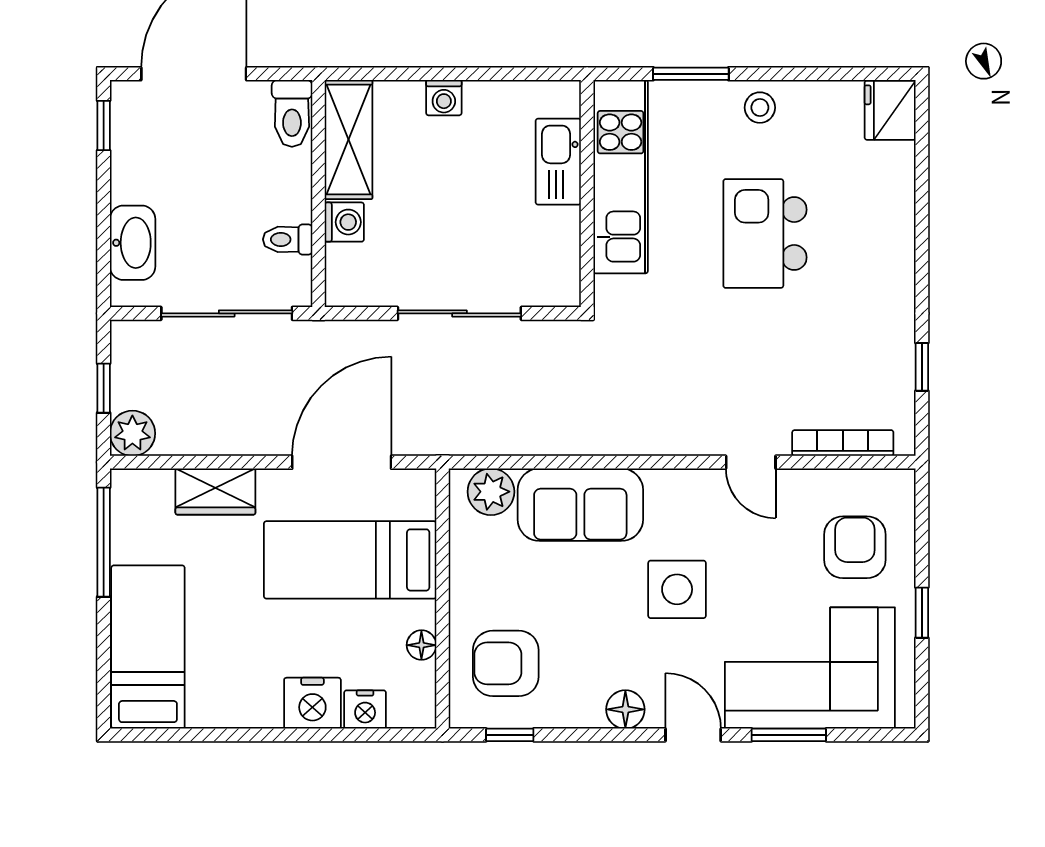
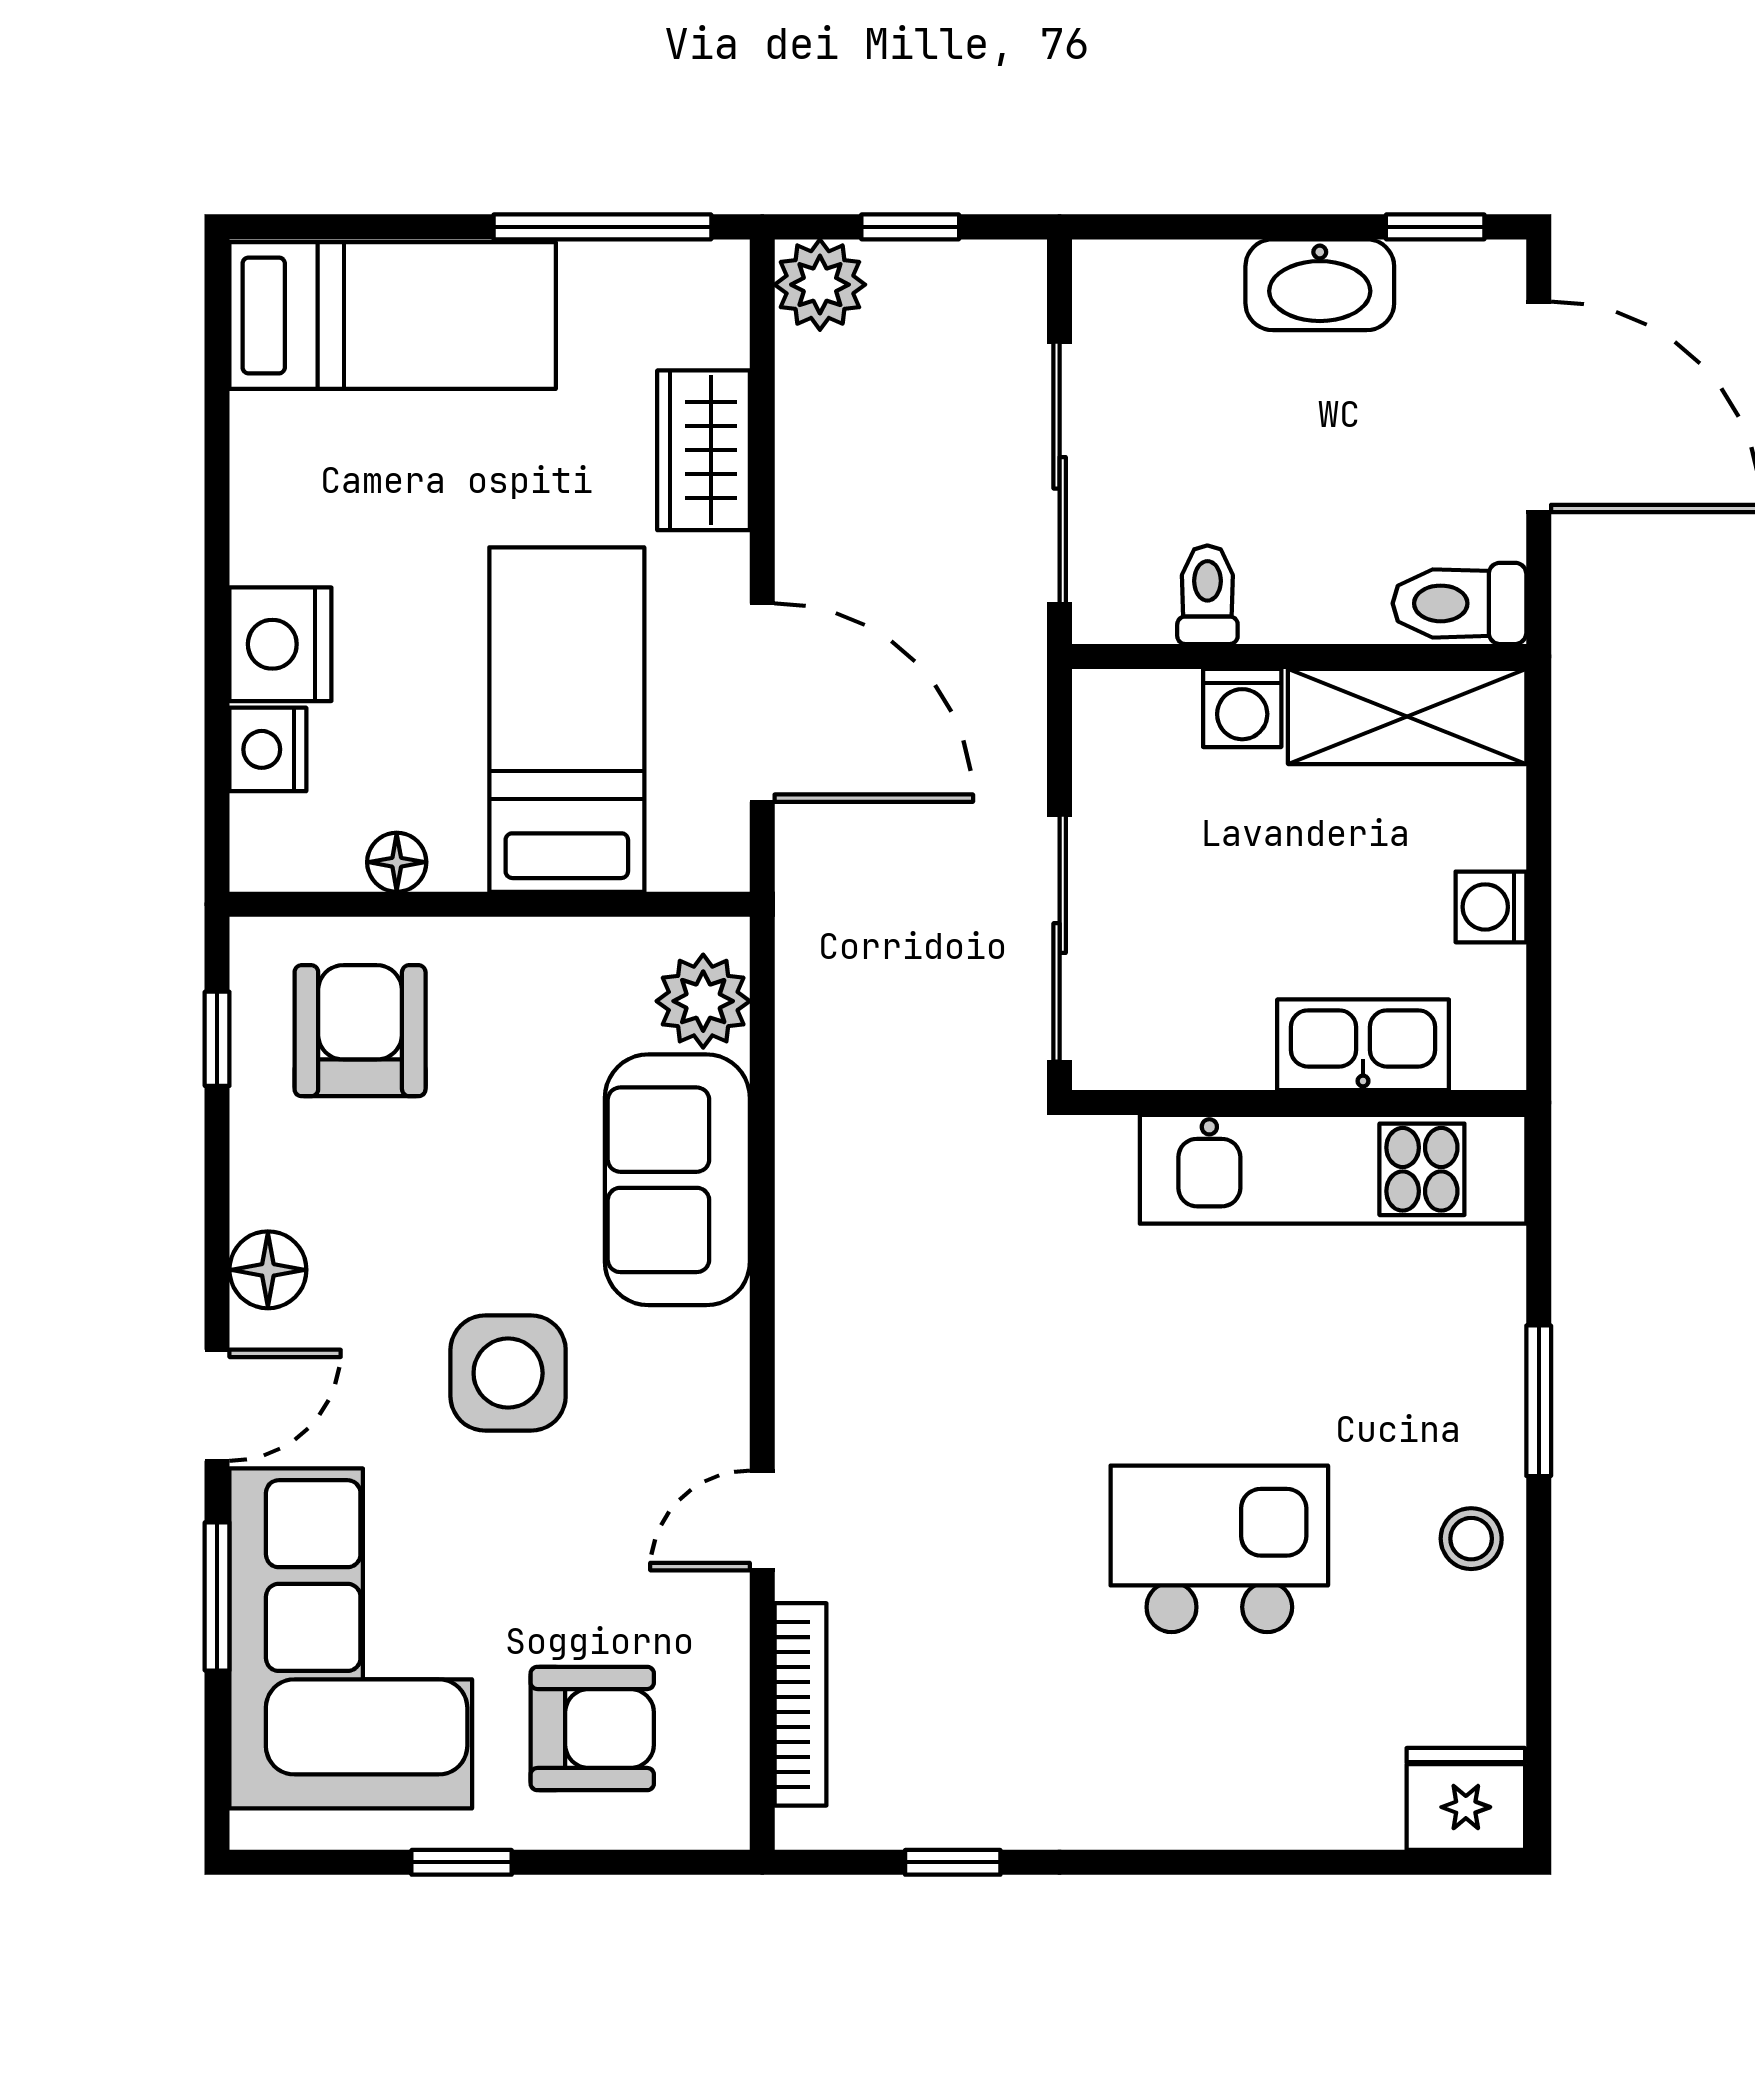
kitchen sink: (558, 162) -> (1363, 1045), moved
kitchen unit: (621, 177) -> (1333, 1169), moved
wall: (587, 194) -> (1299, 1102), moved
washbasin: (133, 243) -> (1320, 285), moved

